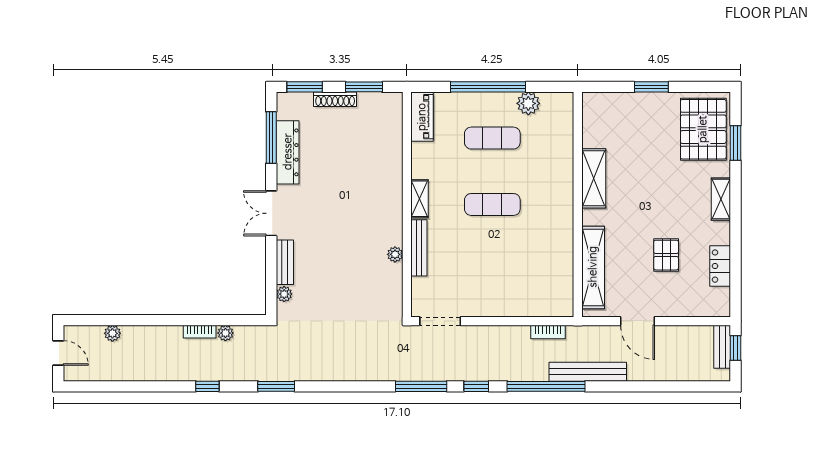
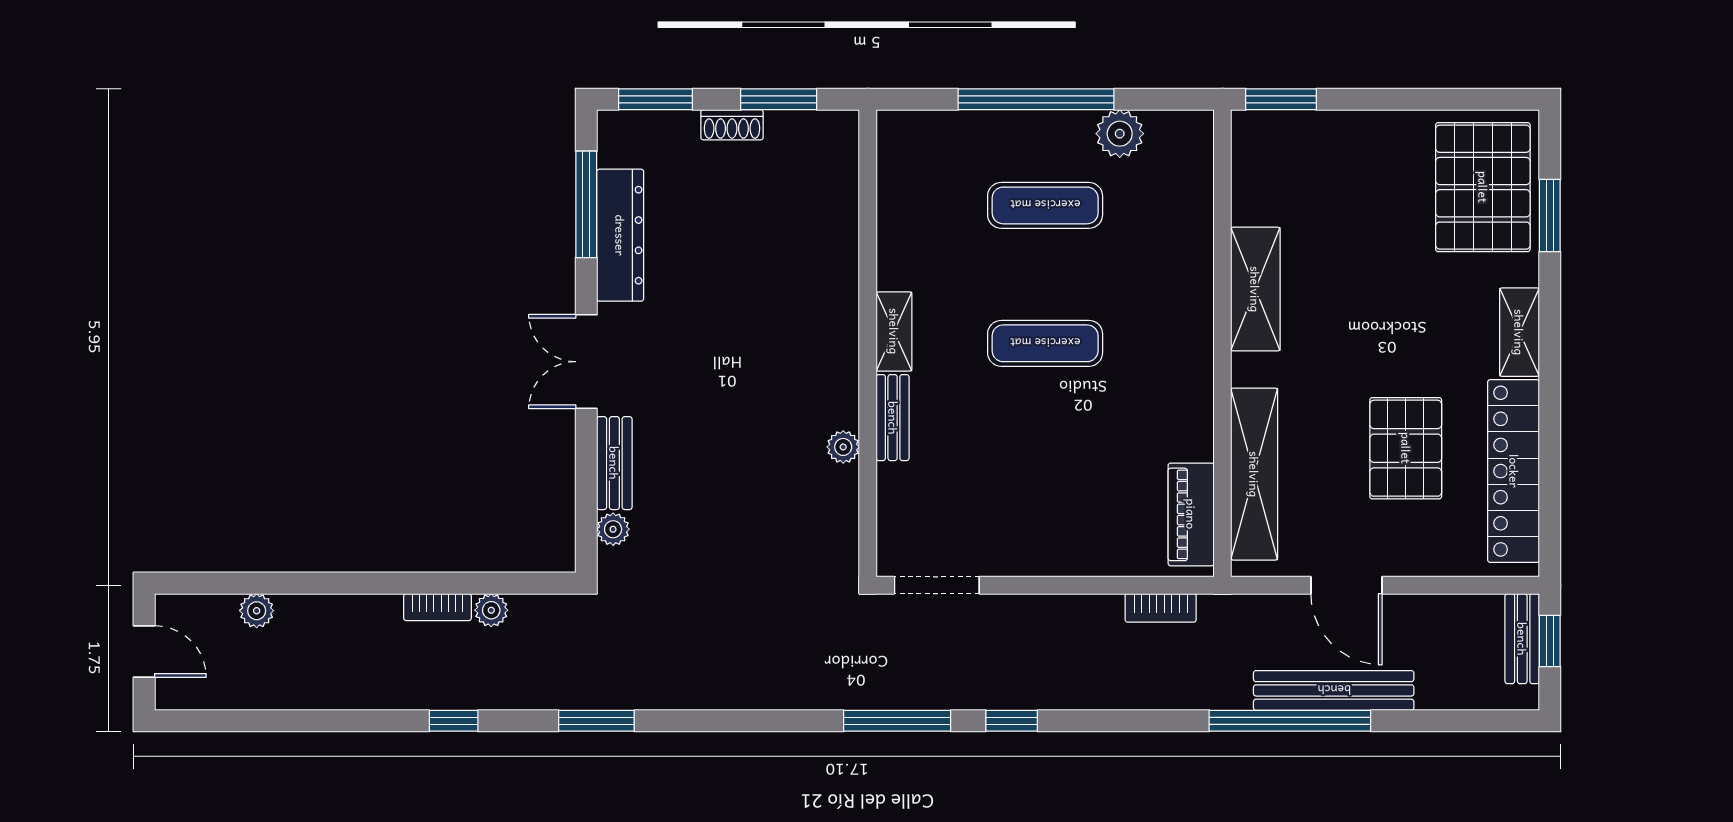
window: (651, 87) -> (1281, 99), moved
shoe rack: (335, 99) -> (732, 125), width x0.70
piano: (422, 117) -> (1191, 514), moved, turned 180
bench: (419, 248) -> (893, 418), width x0.73
pallet: (666, 255) -> (1406, 448), width x1.50, depth x1.42
locker: (720, 266) -> (1514, 471), width x2.16, depth x1.21
bench: (588, 372) -> (1334, 690), moved
window: (546, 386) -> (1290, 721), moved

